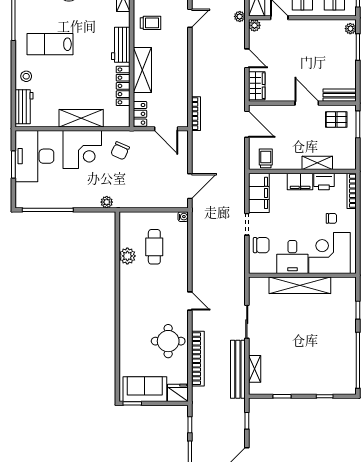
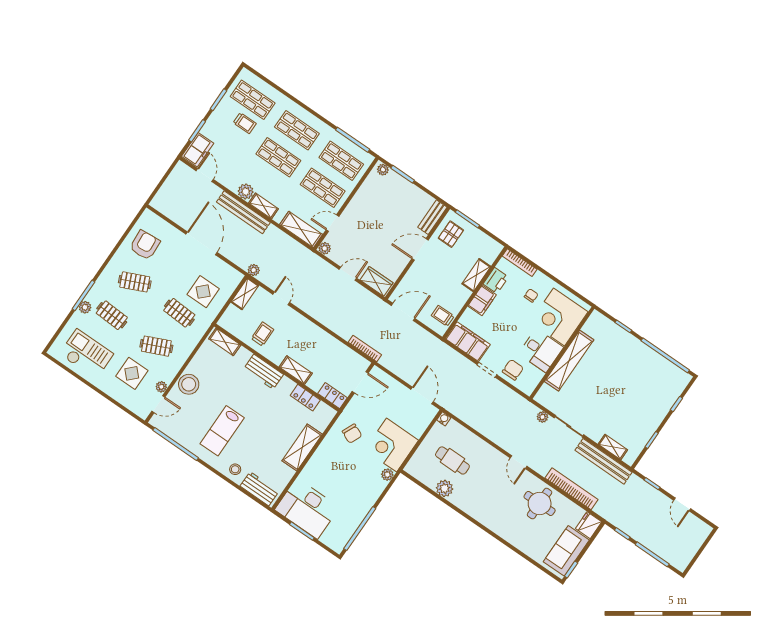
plant: (240, 16) -> (542, 417), moved
shelving: (142, 70) -> (296, 370), width x0.67, depth x0.75
locker: (123, 86) -> (305, 398), width x0.66
corner desk: (82, 149) -> (392, 445), moved, turned 180
door: (190, 301) -> (519, 462), swing flipped

